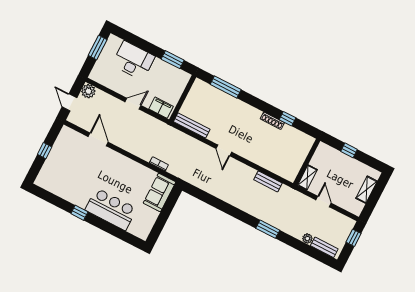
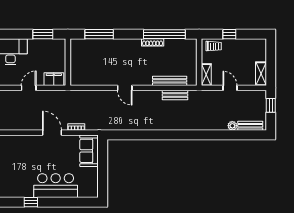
window: (288, 119) -> (164, 34), width x3.17
bench: (192, 125) -> (170, 81), moved
door: (98, 139) -> (52, 133), moved
trolley: (328, 154) -> (214, 46), added
shelving: (367, 190) -> (261, 74), moved
window: (268, 229) -> (195, 135), removed

